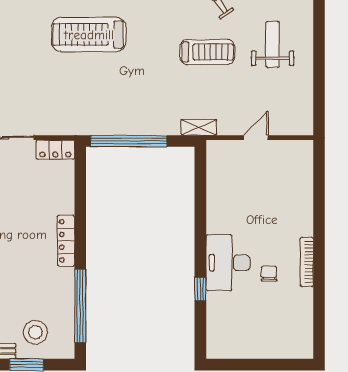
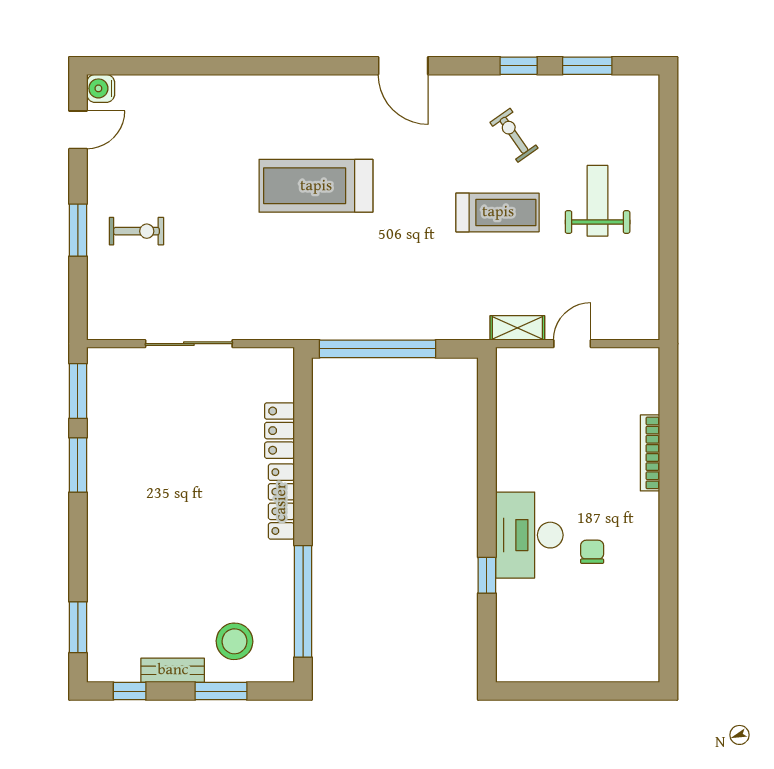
shelving: (199, 127) -> (517, 328), moved
locker: (55, 150) -> (279, 431), moved, turned 90
bookcase: (307, 262) -> (650, 453), moved

